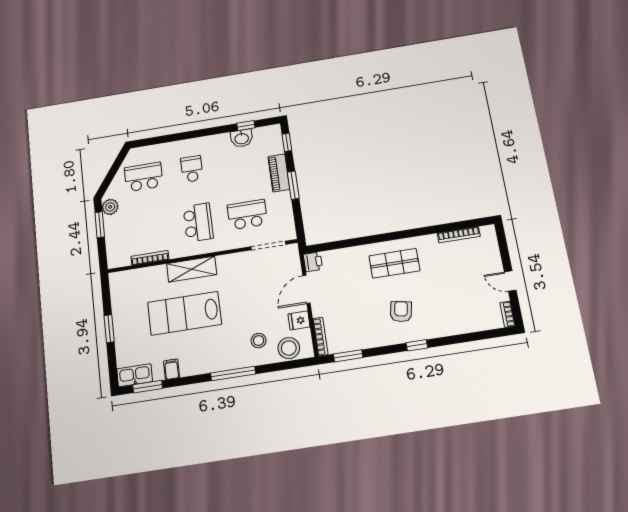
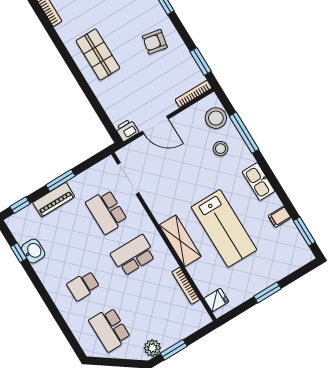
armchair: (401, 312) -> (155, 42), moved
fridge: (299, 320) -> (216, 300), moved, turned -90
window: (233, 374) -> (244, 133), moved
kitchen sink: (135, 375) -> (259, 182), moved

